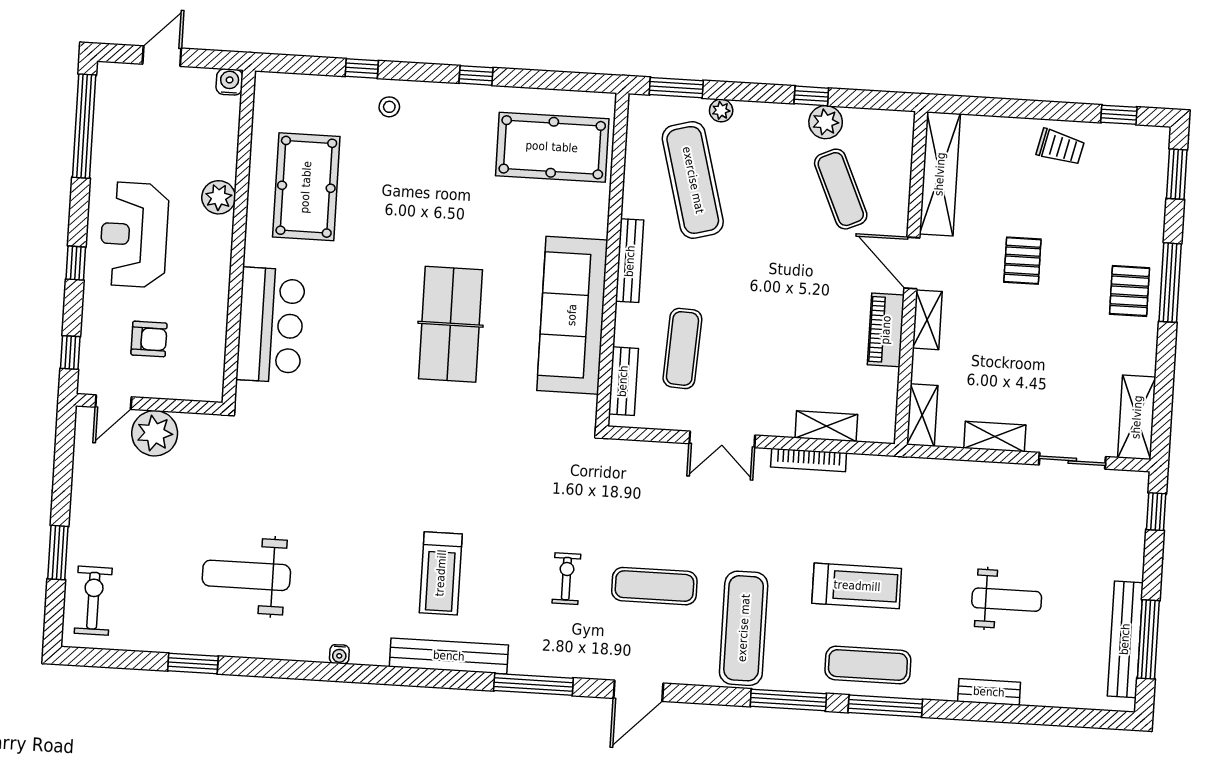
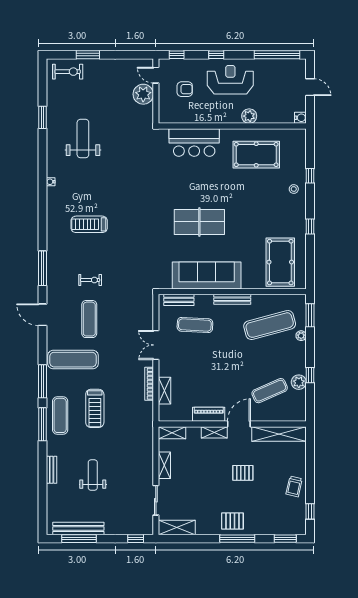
armchair: (149, 339) -> (185, 89), turned -90
weight bench: (1007, 600) -> (93, 475), turned 180
bench: (449, 656) -> (53, 230), removed

